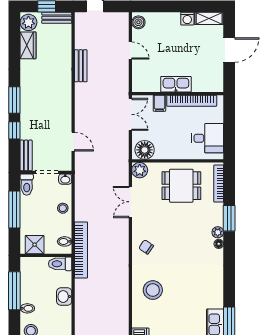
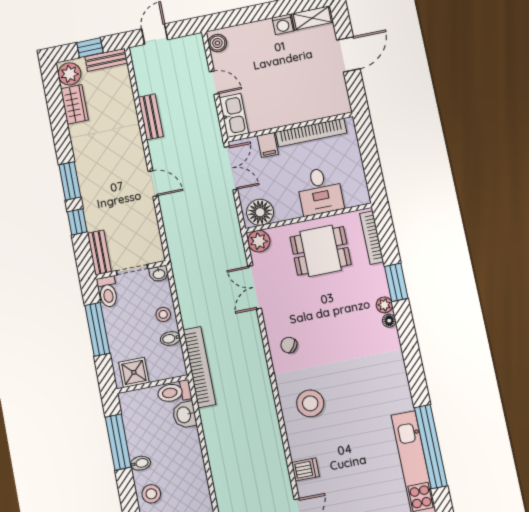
kitchen sink: (176, 84) -> (234, 115), moved, turned 90
desk: (207, 138) -> (320, 191), moved, turned 90
door: (73, 142) -> (153, 184), moved
bidet: (65, 241) -> (170, 338), moved
washbasin: (64, 297) -> (184, 415), moved

